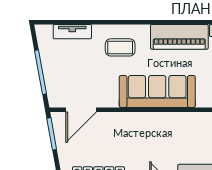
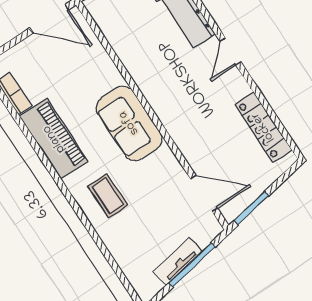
tv unit: (72, 32) -> (178, 261), moved, turned -100
sofa: (157, 91) -> (129, 123), width x0.73

